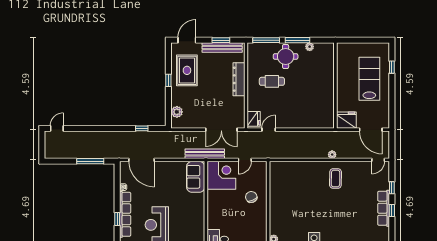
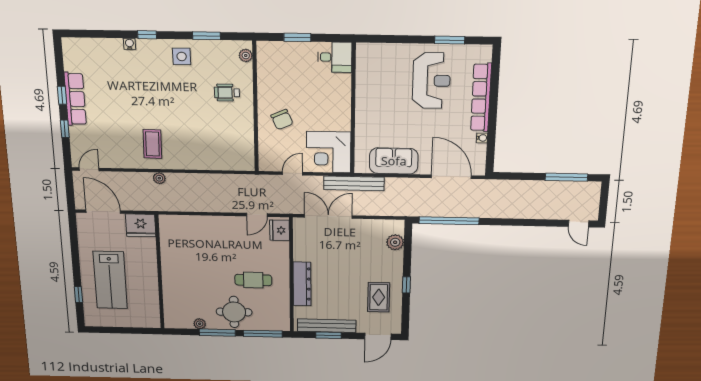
rug: (187, 70) -> (379, 297), width x0.73, depth x0.70
door: (57, 128) -> (579, 224), hinge flipped
window: (142, 128) -> (449, 221), width x3.17
window: (90, 161) -> (566, 177), moved
sofa: (196, 177) -> (394, 161), moved, turned -90
wheelchair: (286, 214) -> (227, 93), added
window: (117, 219) -> (494, 91), removed

